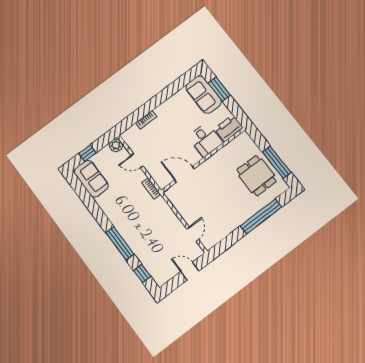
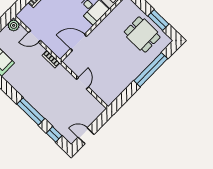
window: (277, 162) -> (158, 20), width x0.69
door: (193, 234) -> (82, 83), moved
door: (190, 271) -> (86, 136), moved

